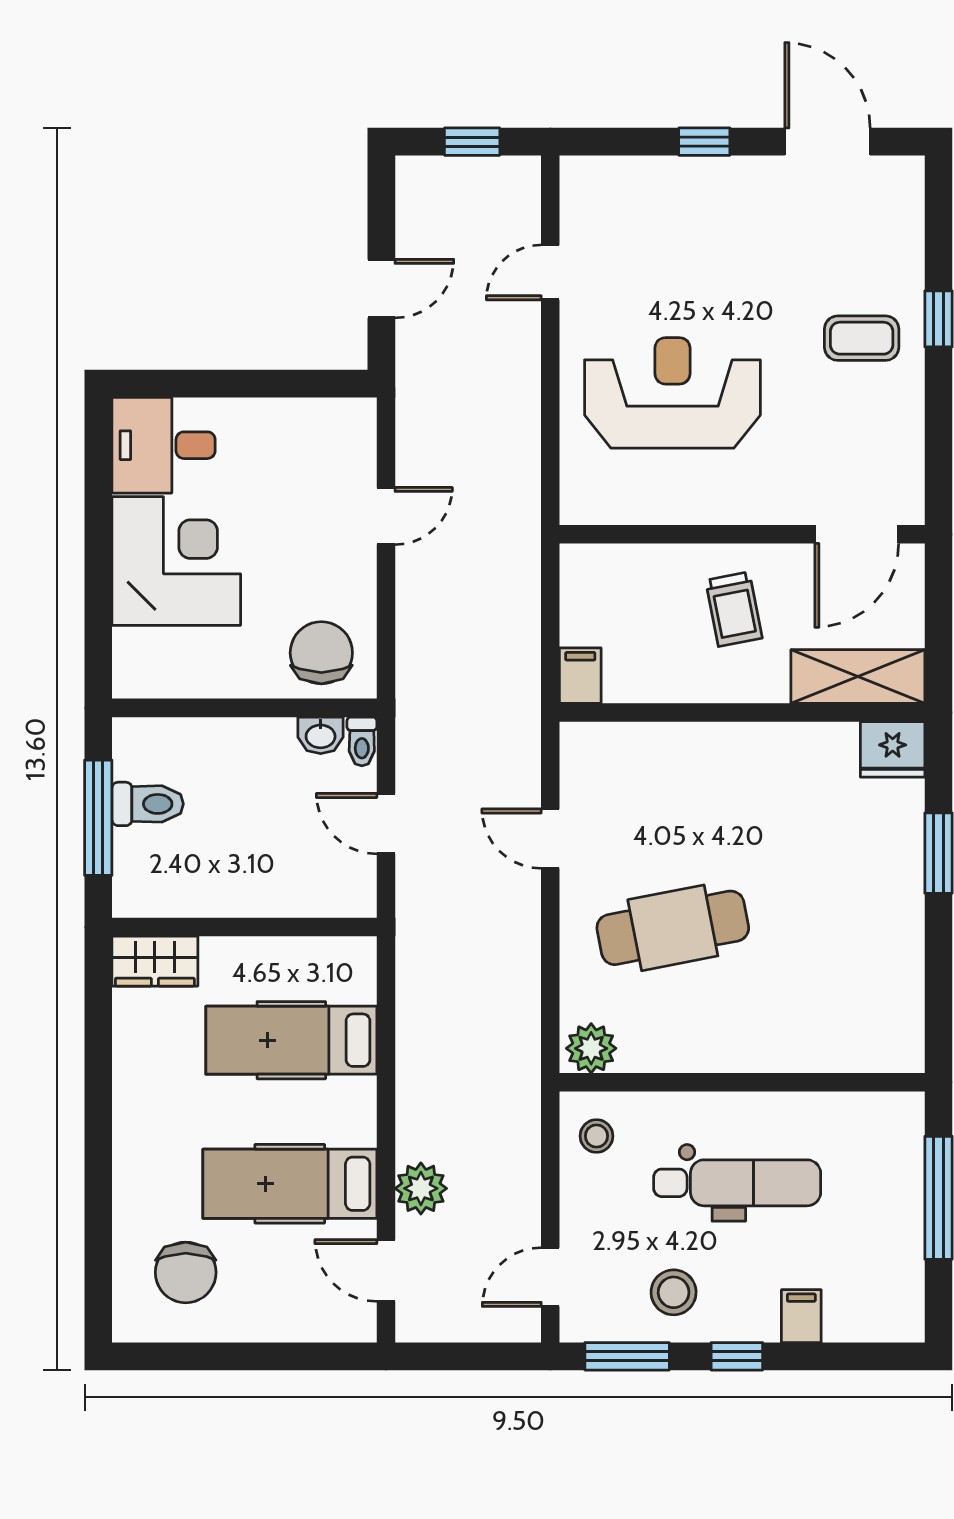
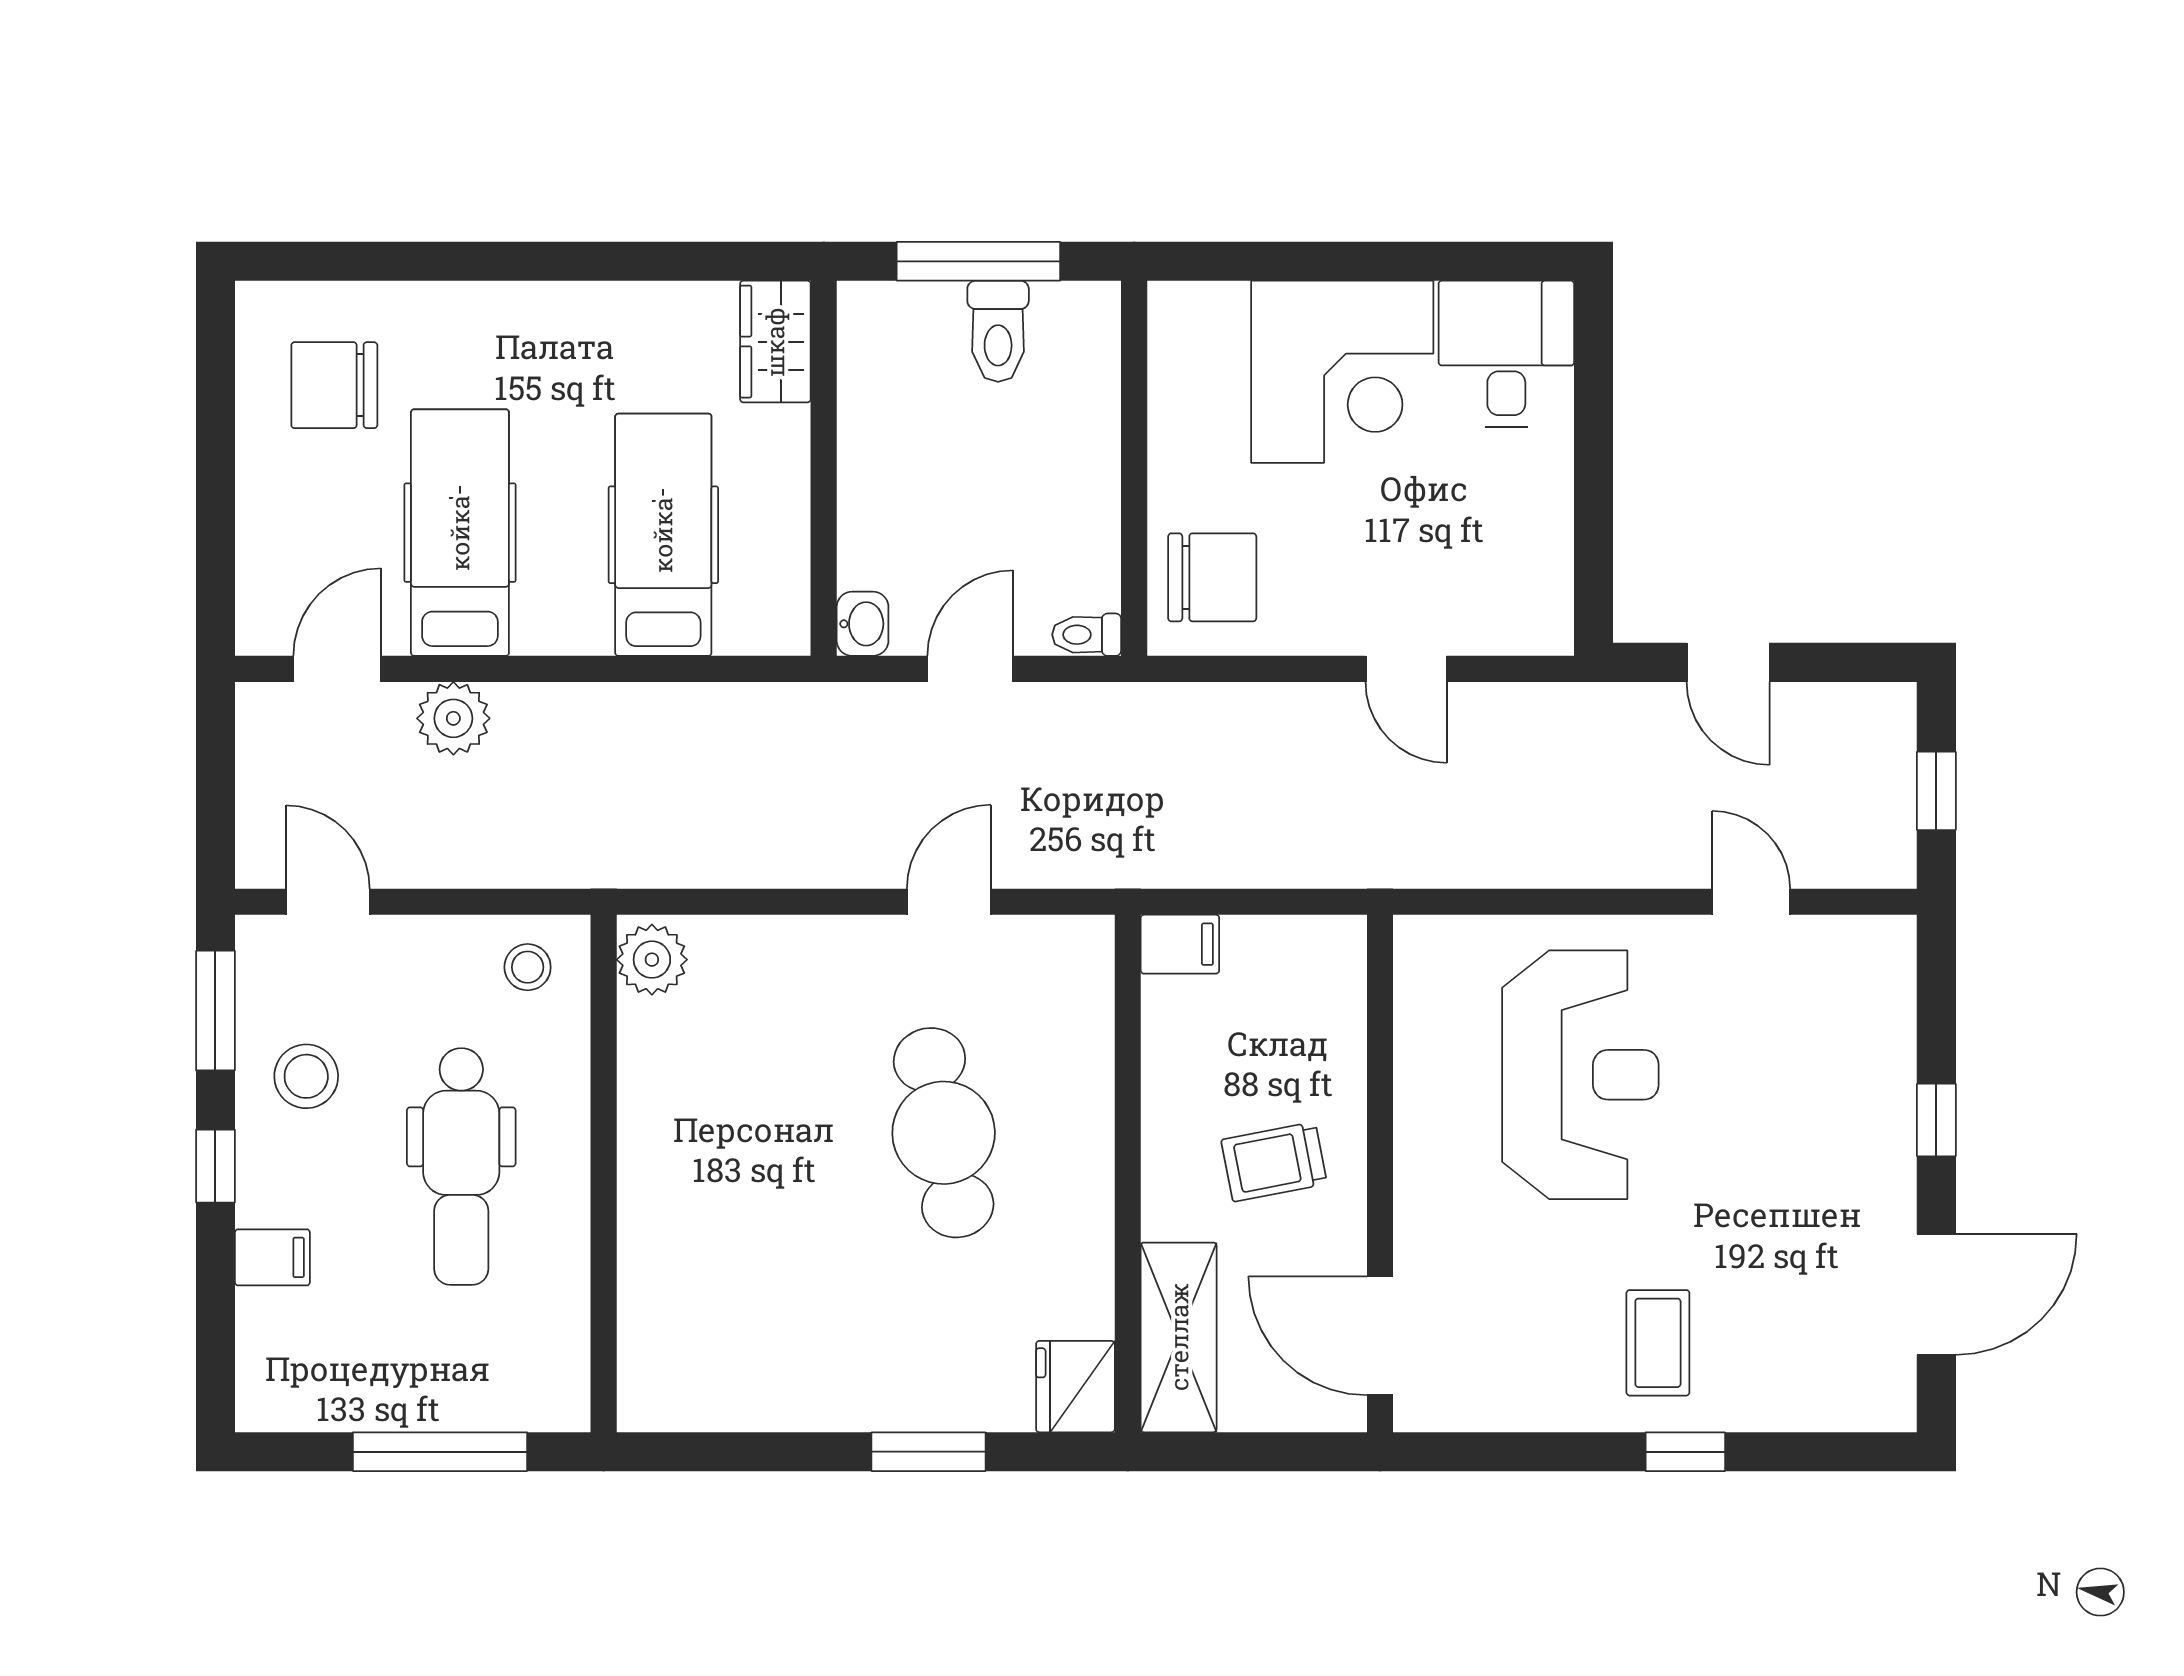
washbasin: (321, 735) -> (863, 624), moved, turned 180
cafe table: (673, 928) -> (944, 1133), moved

